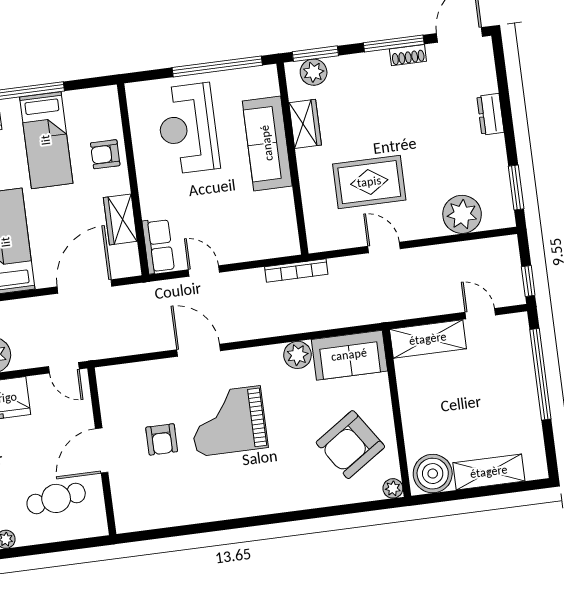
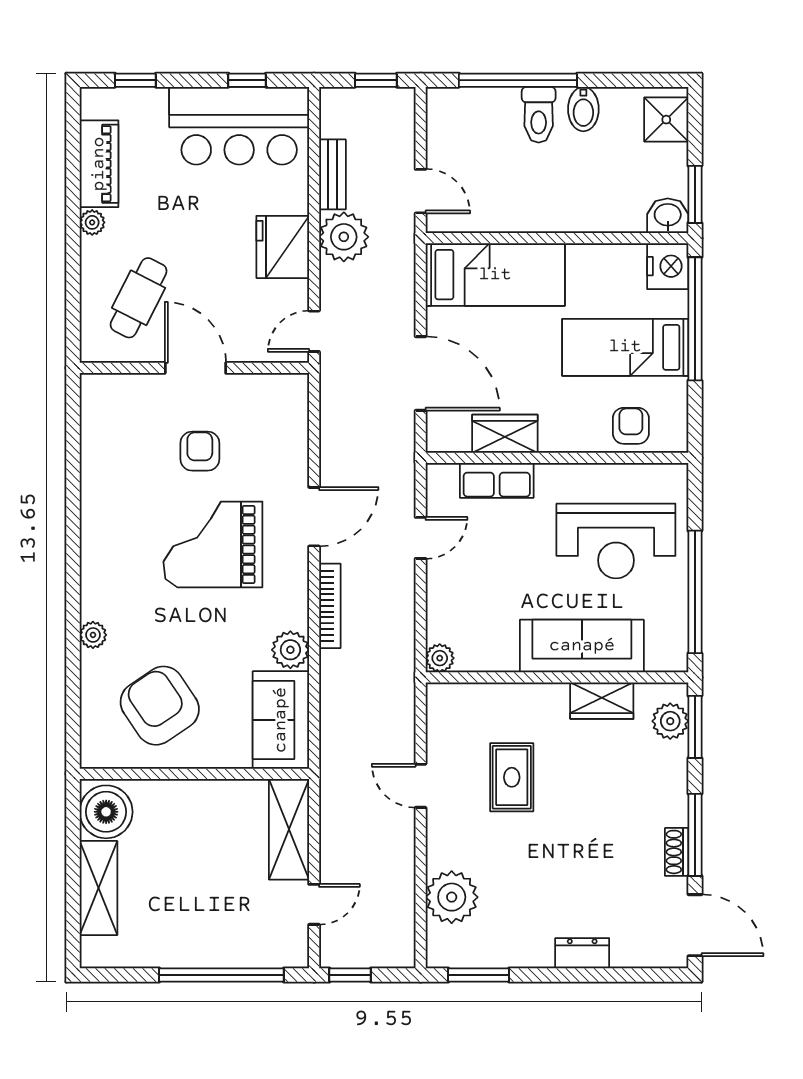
reception desk: (188, 129) -> (616, 541), turned 180
armchair: (105, 154) -> (631, 426), moved
rug: (369, 182) -> (512, 777), width x0.73, depth x0.70
row of seats: (158, 246) -> (497, 480), moved
plant: (289, 246) -> (440, 658), added
door: (384, 248) -> (421, 786), swing flipped
bookcase: (296, 271) -> (330, 606), moved, turned 180
grand piano: (228, 421) -> (213, 544), turned -90
armchair: (162, 439) -> (200, 451), turned 90
plant: (393, 488) -> (93, 635), moved
cafe table: (56, 498) -> (139, 298), turned 35

